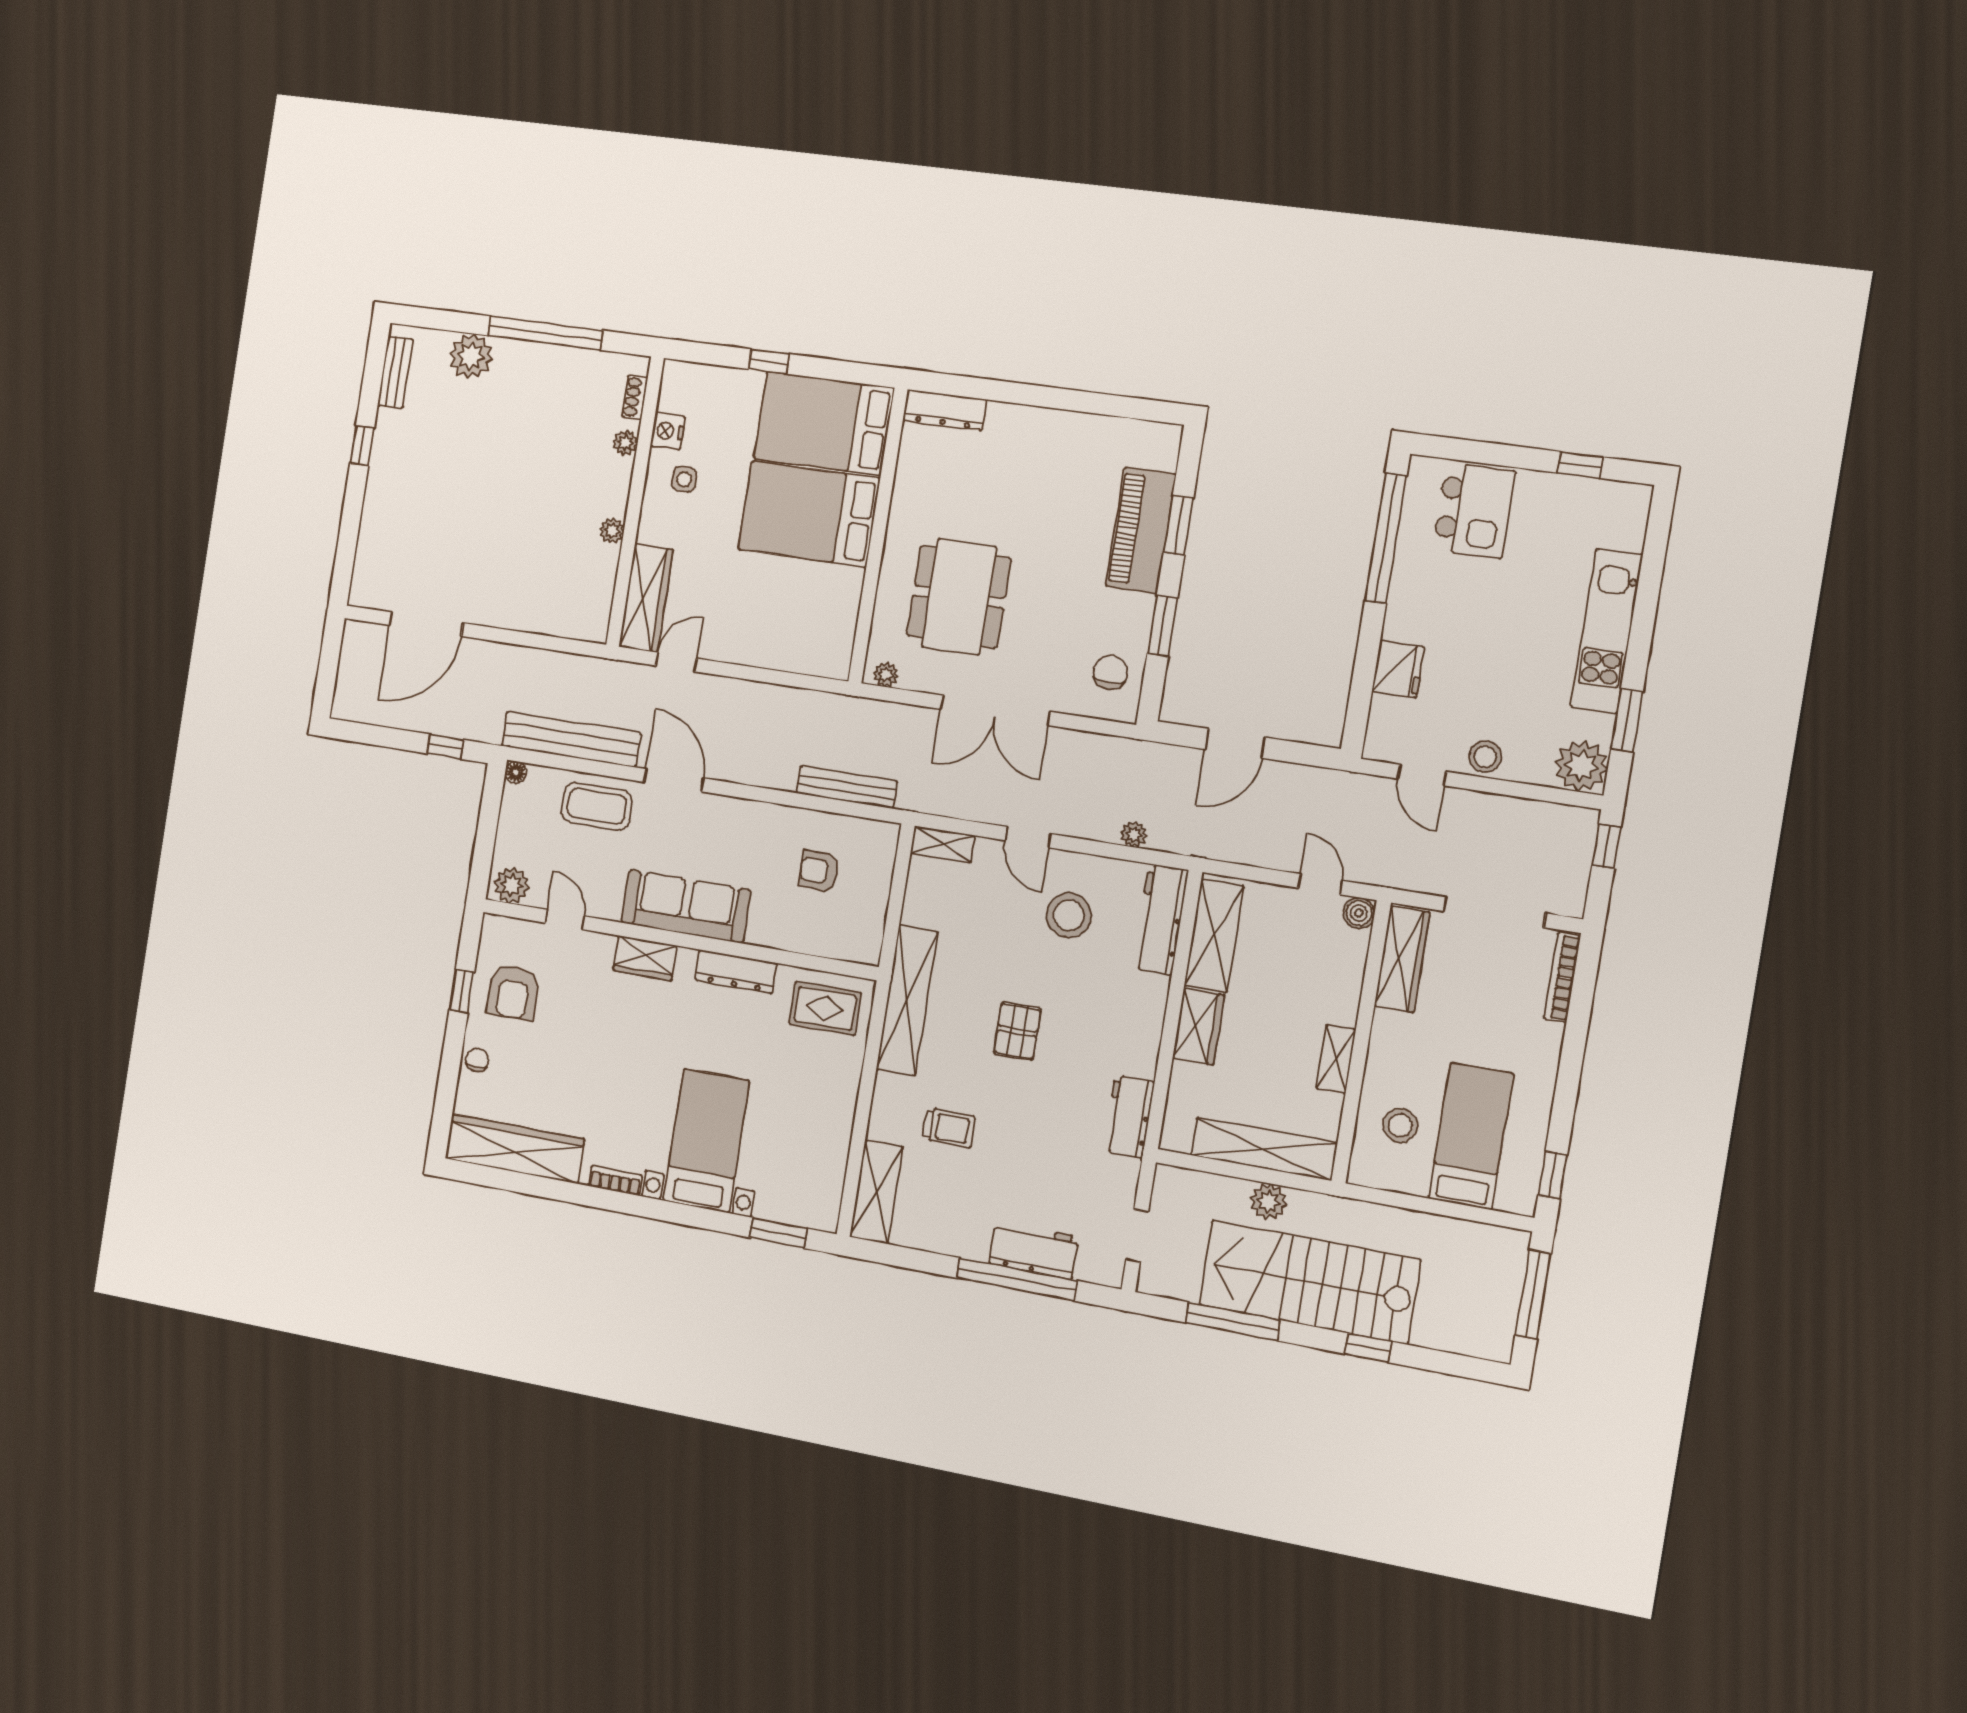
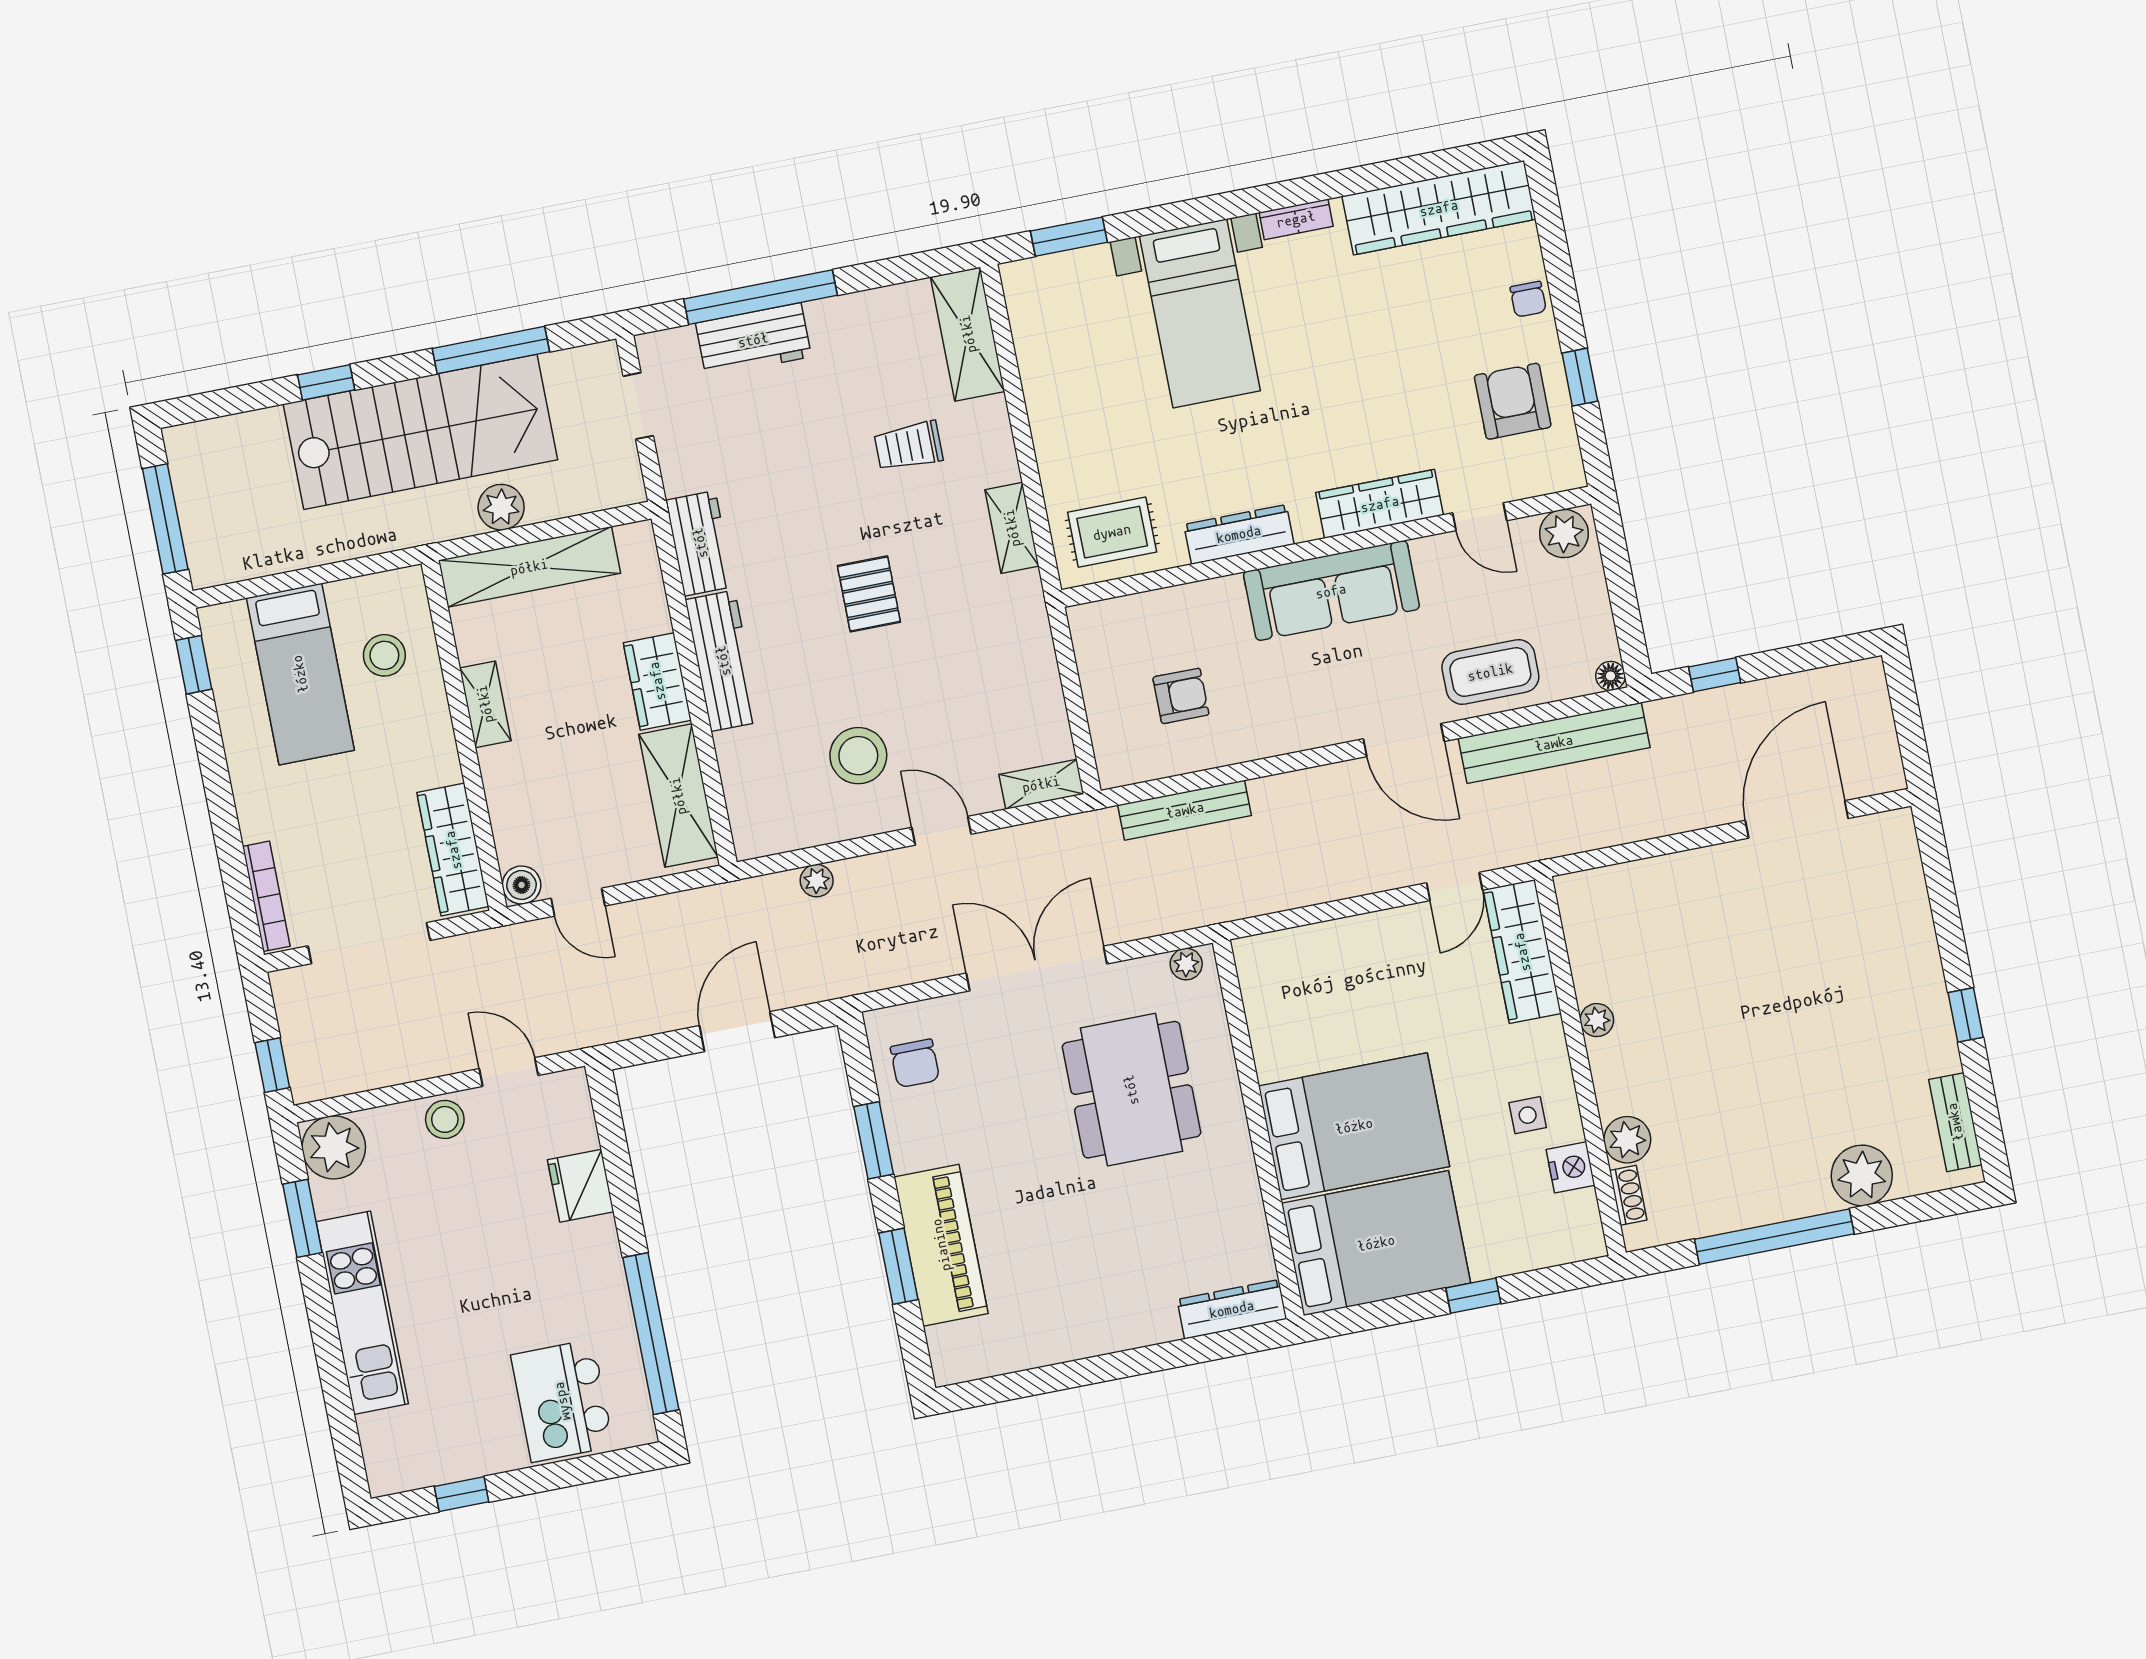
plant: (625, 443) -> (1627, 1140), width x1.38, depth x1.38
workbench: (1160, 919) -> (723, 661), moved
wardrobe: (645, 958) -> (1380, 504), width x1.50
shelving: (907, 1001) -> (1012, 528), width x0.45, depth x0.75

